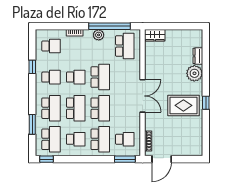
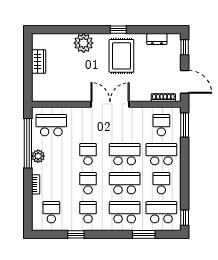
wardrobe: (155, 35) -> (39, 61), moved
dresser: (198, 56) -> (157, 39), moved
school desk: (100, 77) -> (88, 154), width x0.54
window: (191, 159) -> (185, 47), added

